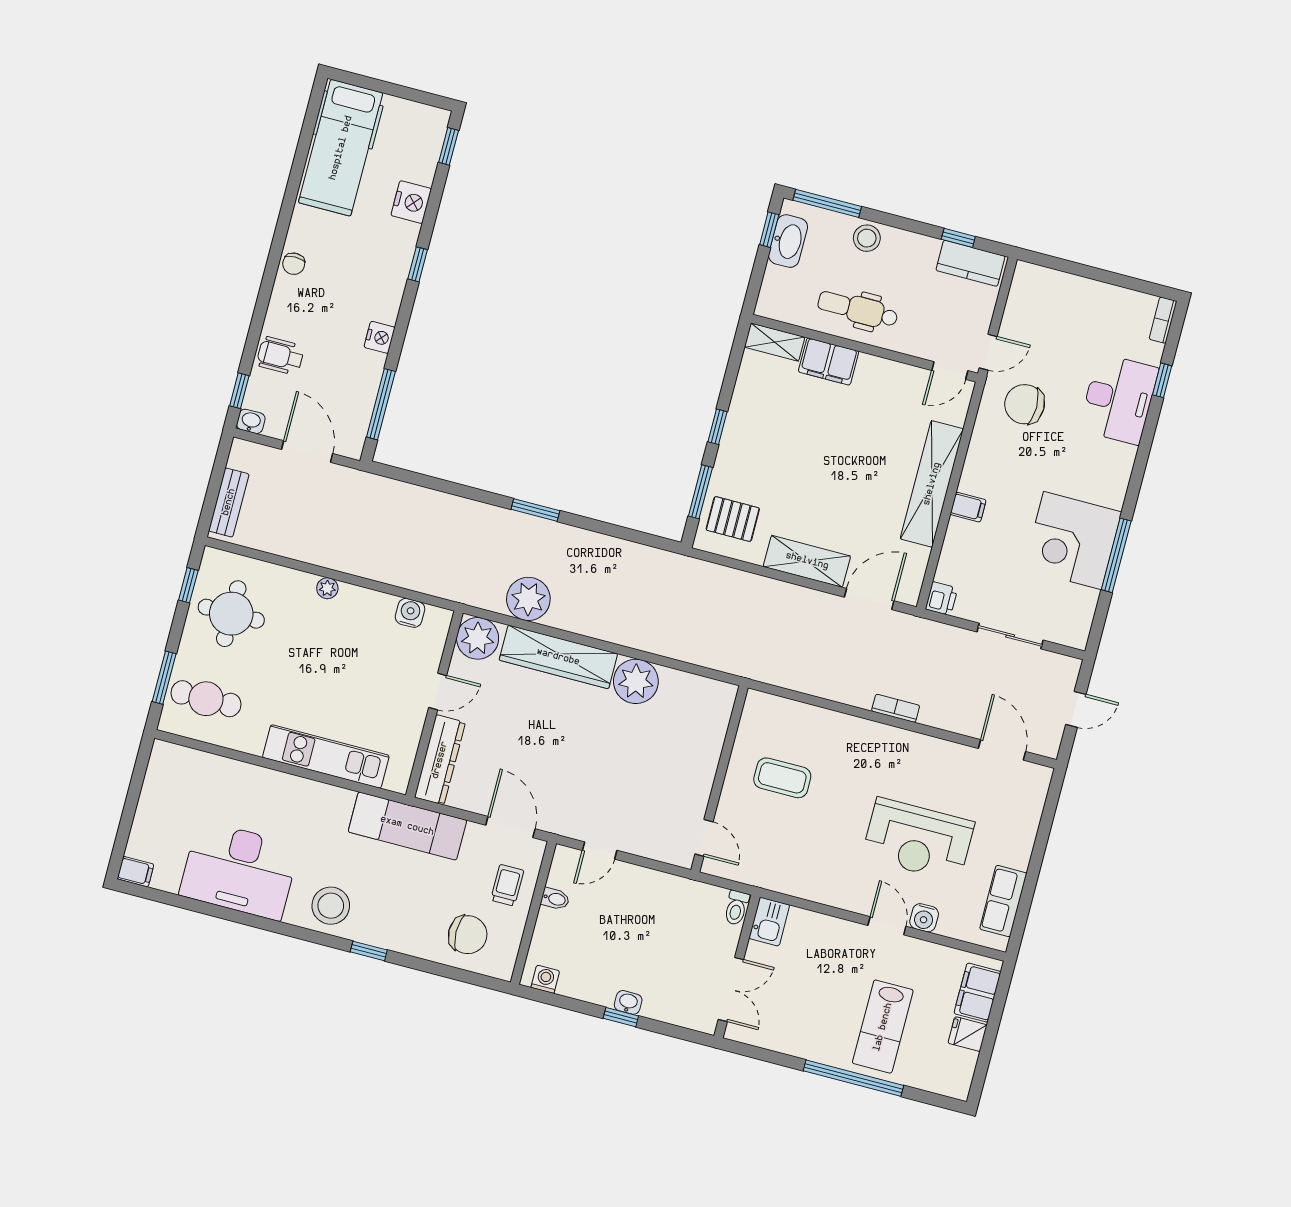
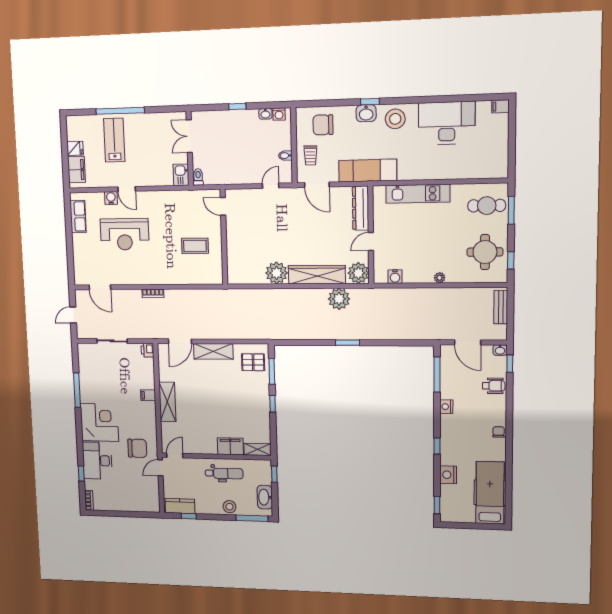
window: (769, 230) -> (274, 474), moved
shelving: (932, 484) -> (167, 402), width x0.68
corner desk: (1072, 541) -> (99, 422), moved
reception desk: (918, 840) -> (125, 234), turned 180
washbasin: (382, 932) -> (366, 113), added
washbasin: (628, 1002) -> (265, 114), moved

